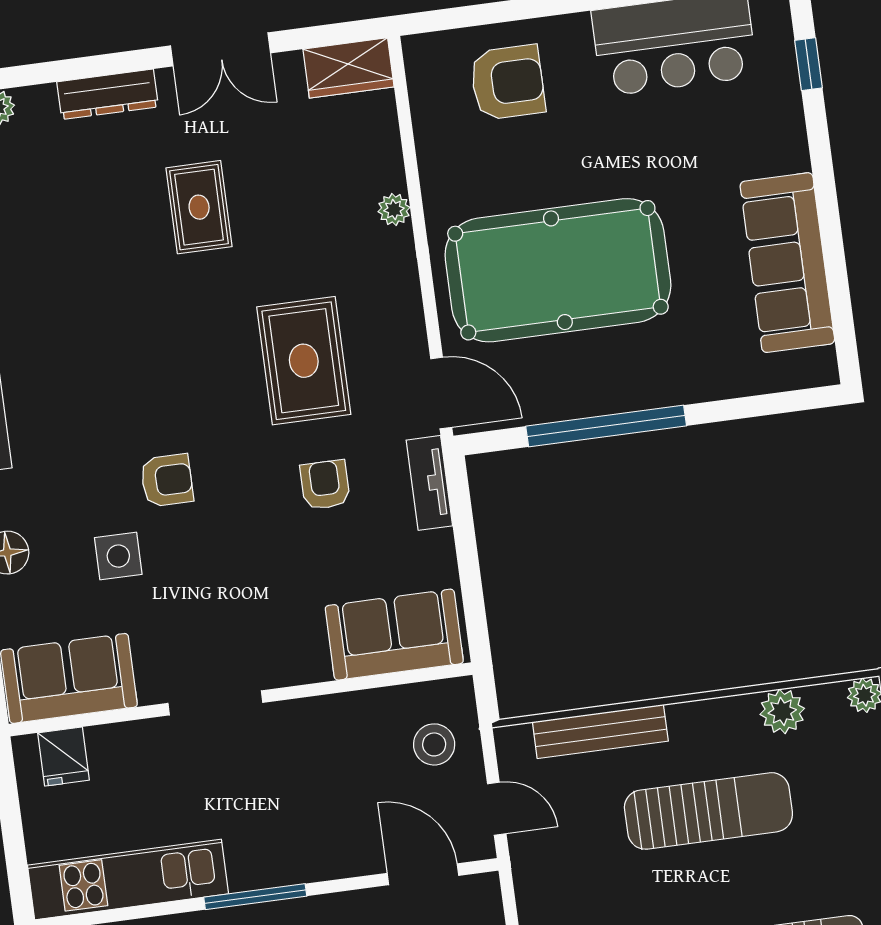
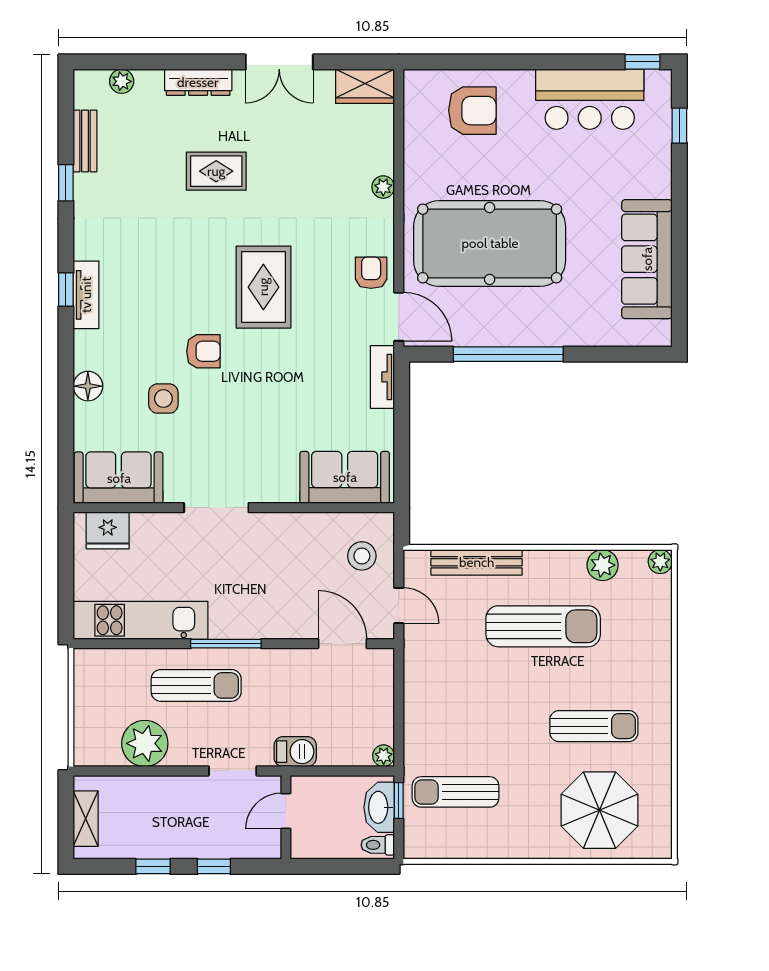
rug: (199, 207) -> (216, 171), moved, turned 90
rug: (304, 361) -> (263, 287), moved
armchair: (325, 485) -> (371, 273), moved
fridge: (63, 757) -> (108, 530), width x1.38

